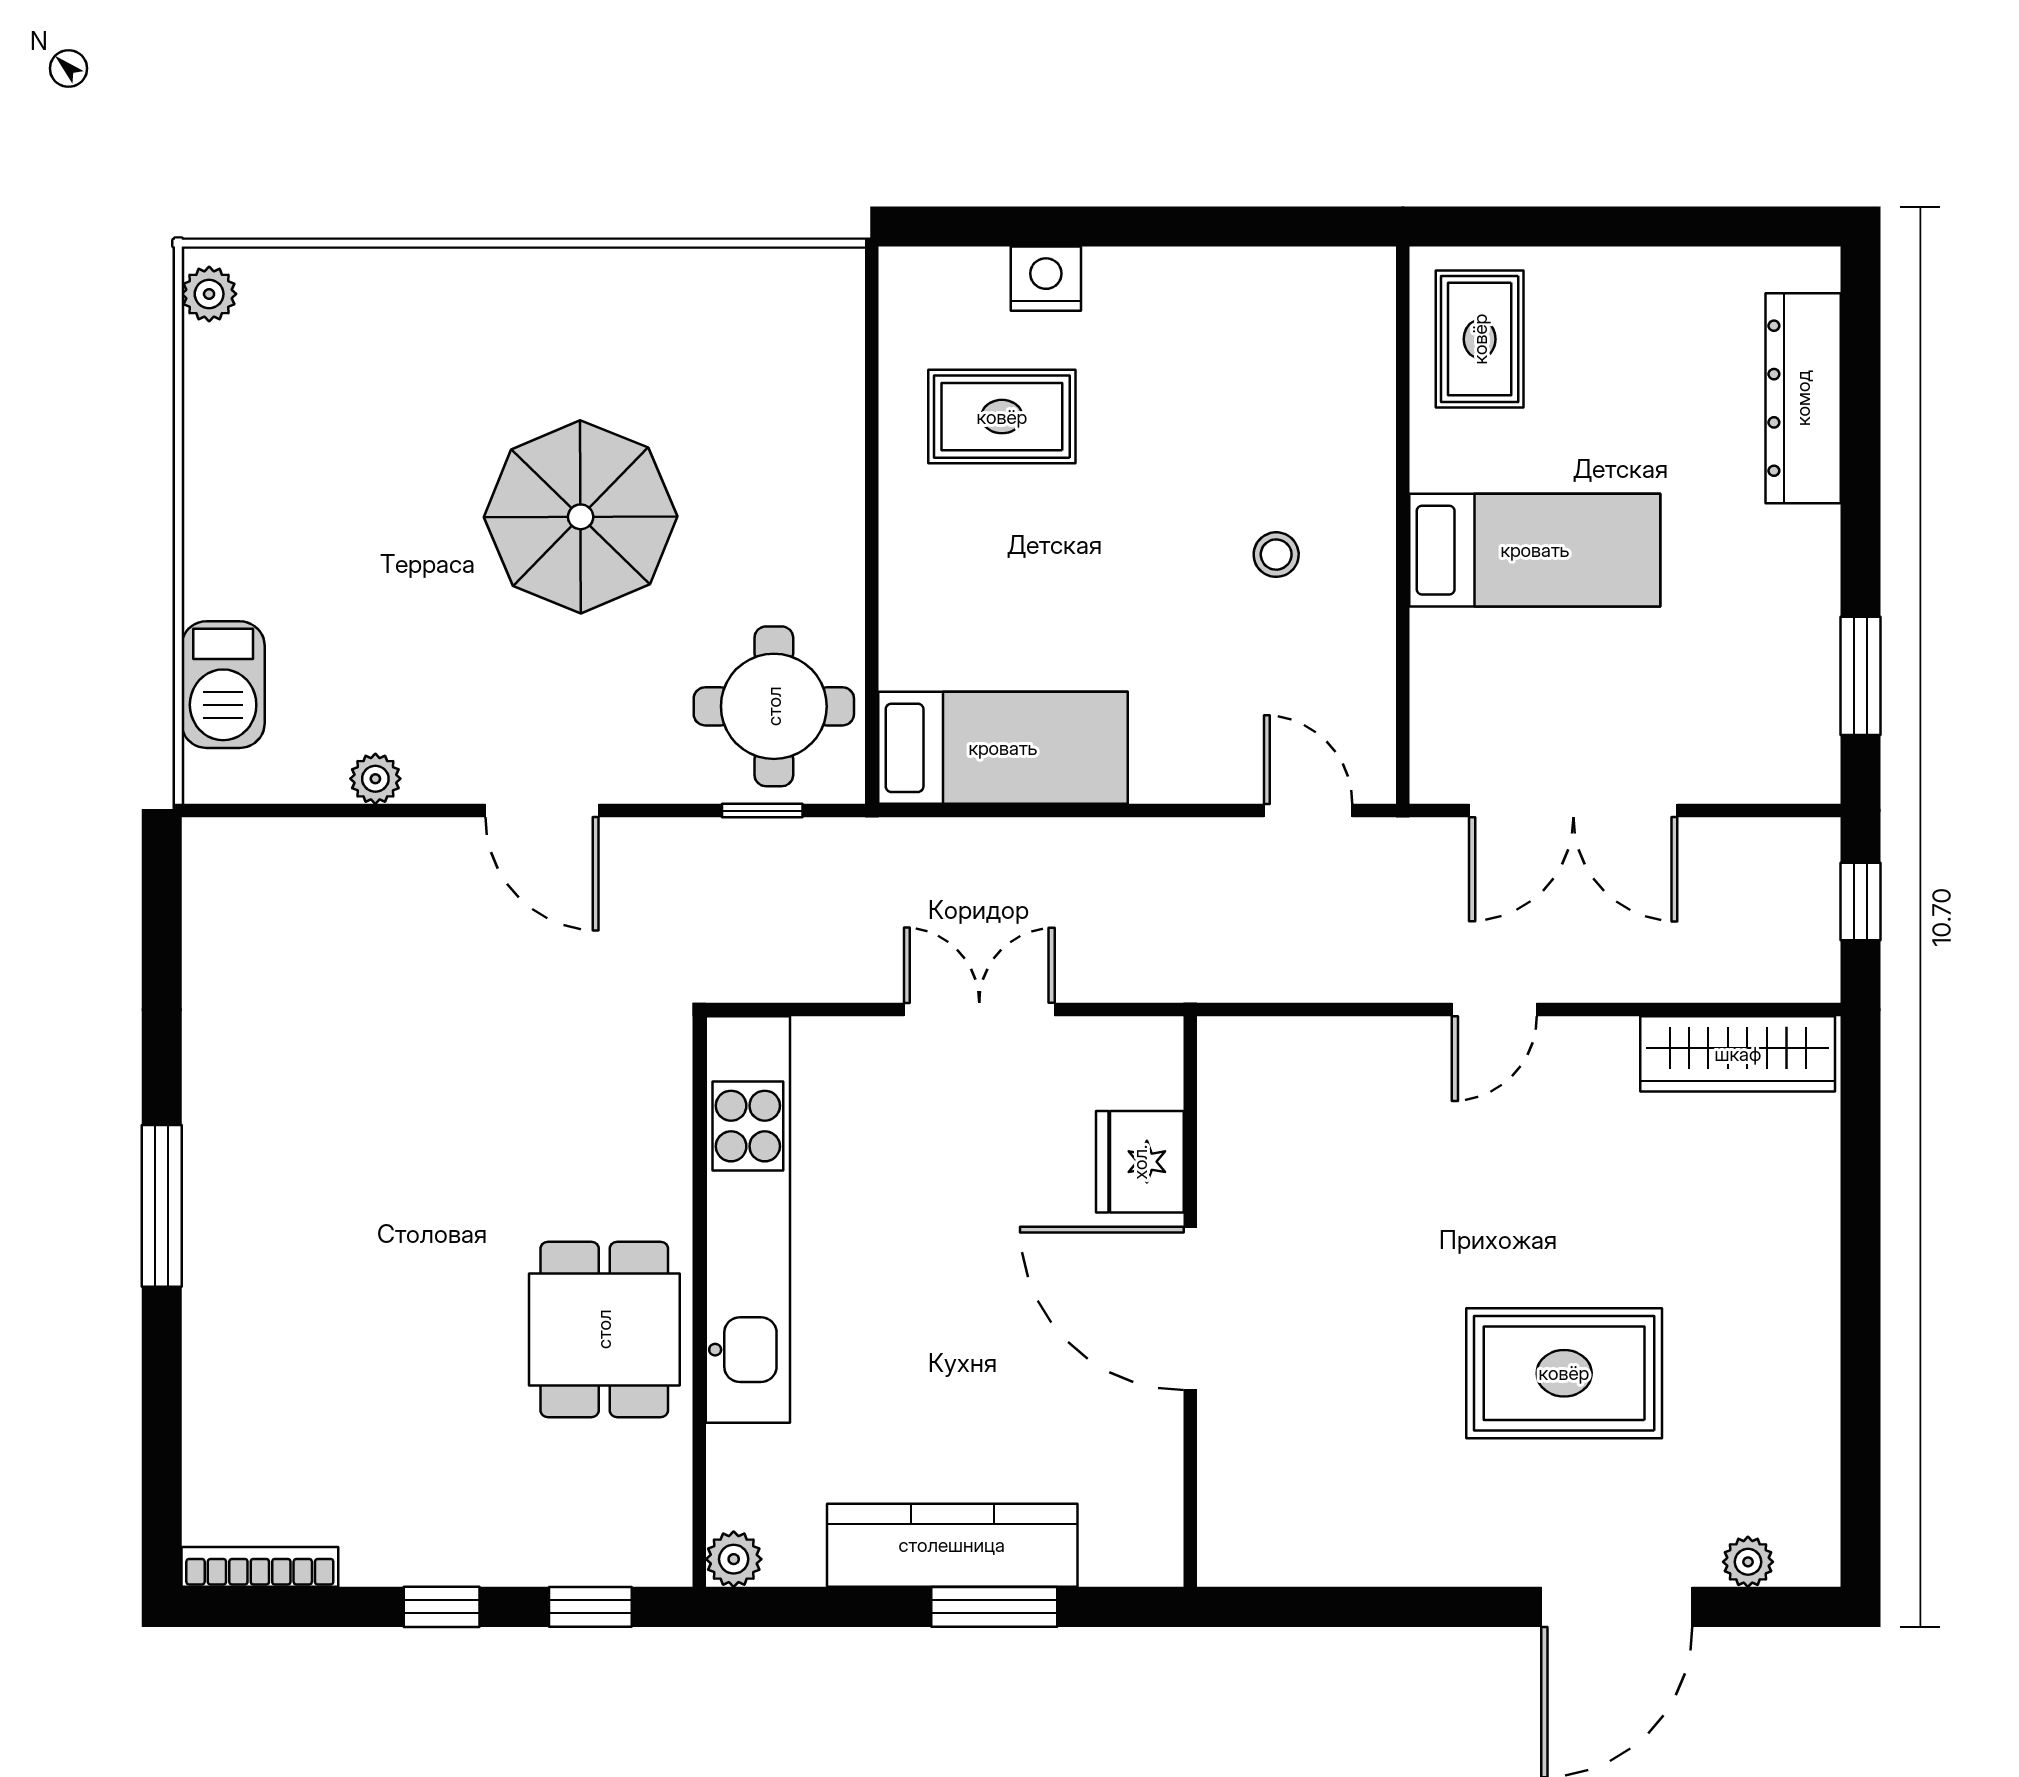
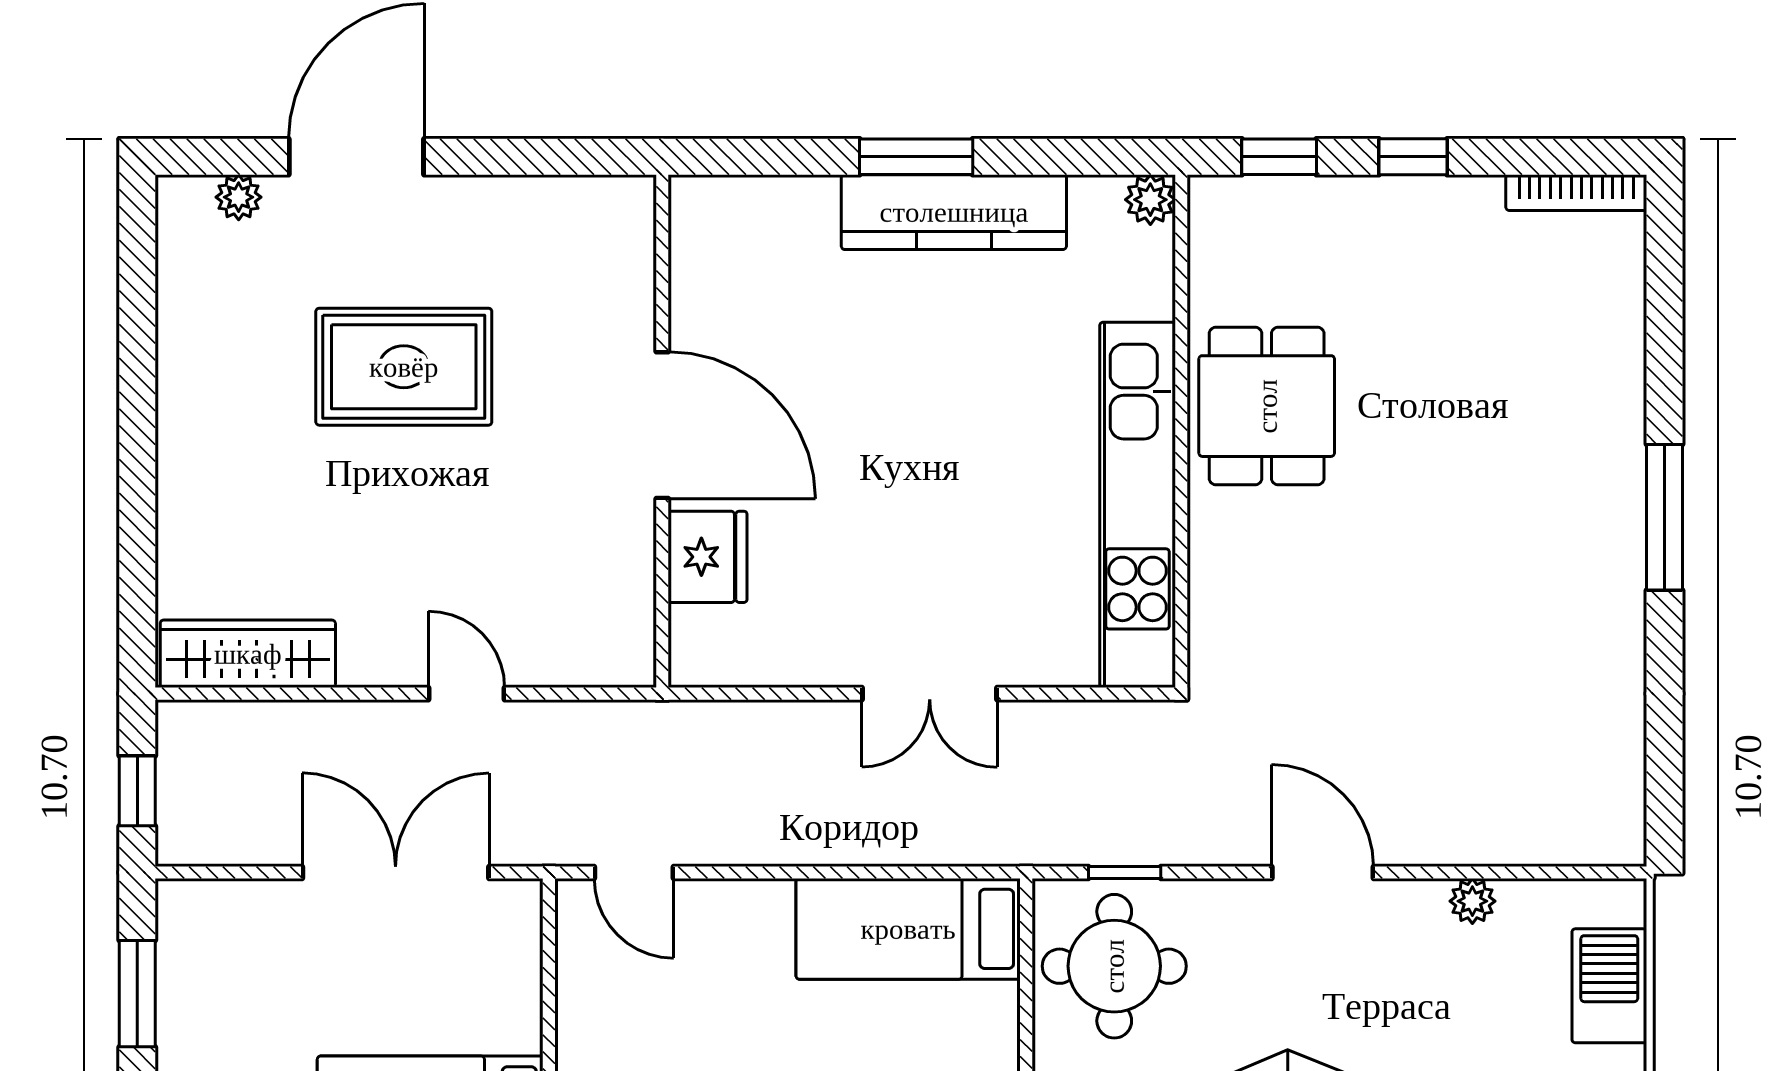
door: (1494, 1010) -> (467, 694), hinge flipped
fridge: (1140, 1162) -> (708, 557), moved
wall: (1190, 1302) -> (662, 431), moved
door: (1190, 1308) -> (662, 425), moved

